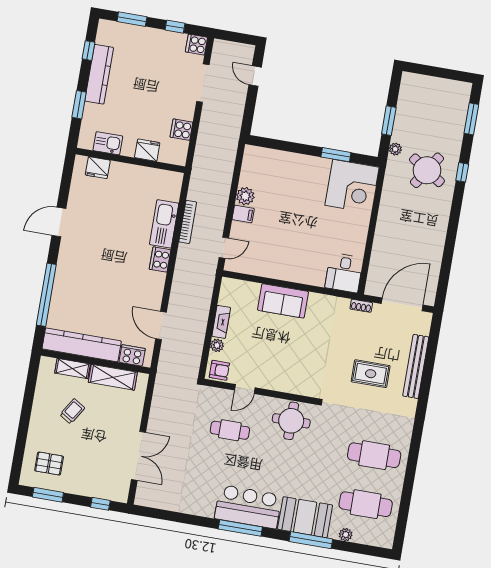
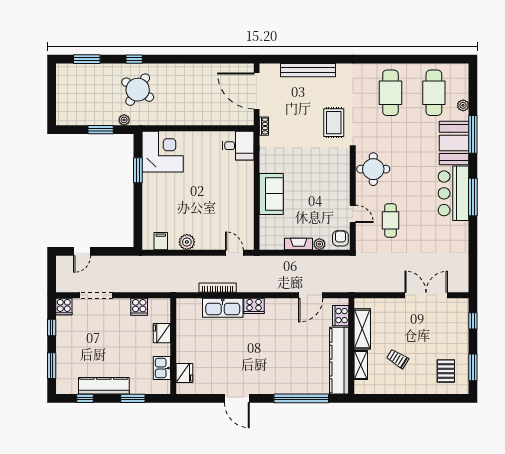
filing cabinet: (243, 214) -> (161, 241), moved
rug: (371, 374) -> (334, 123), moved

